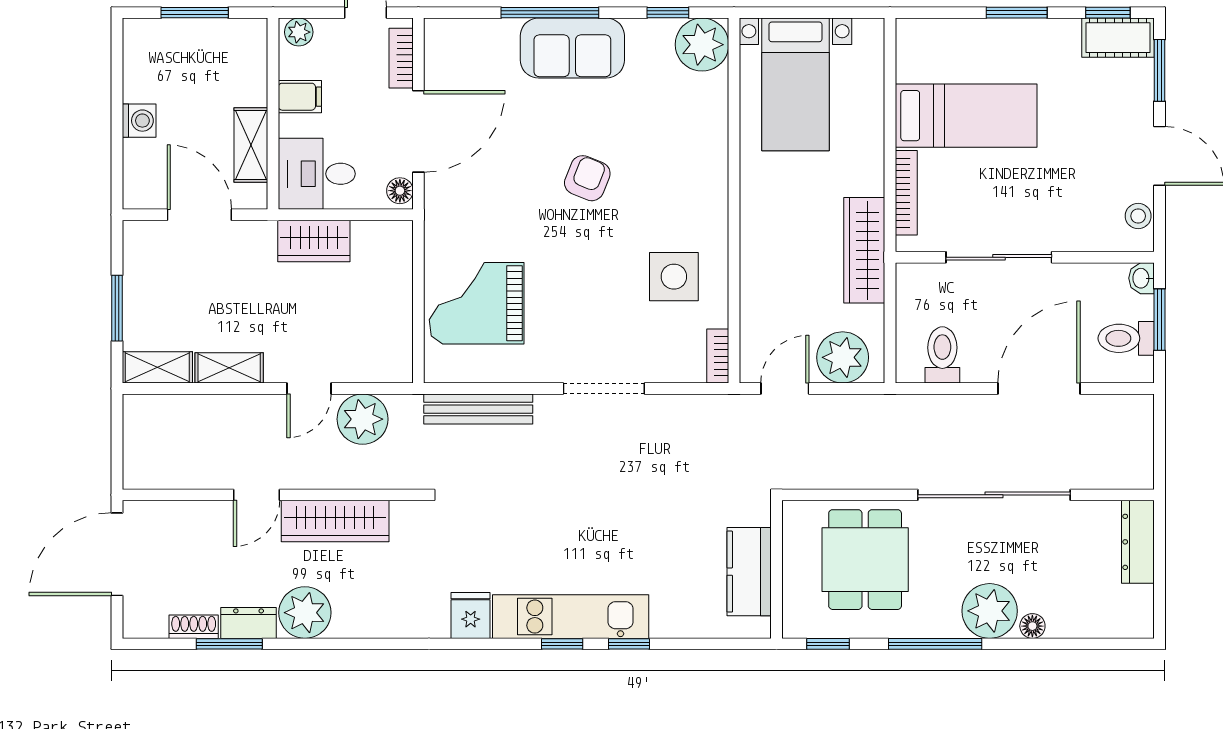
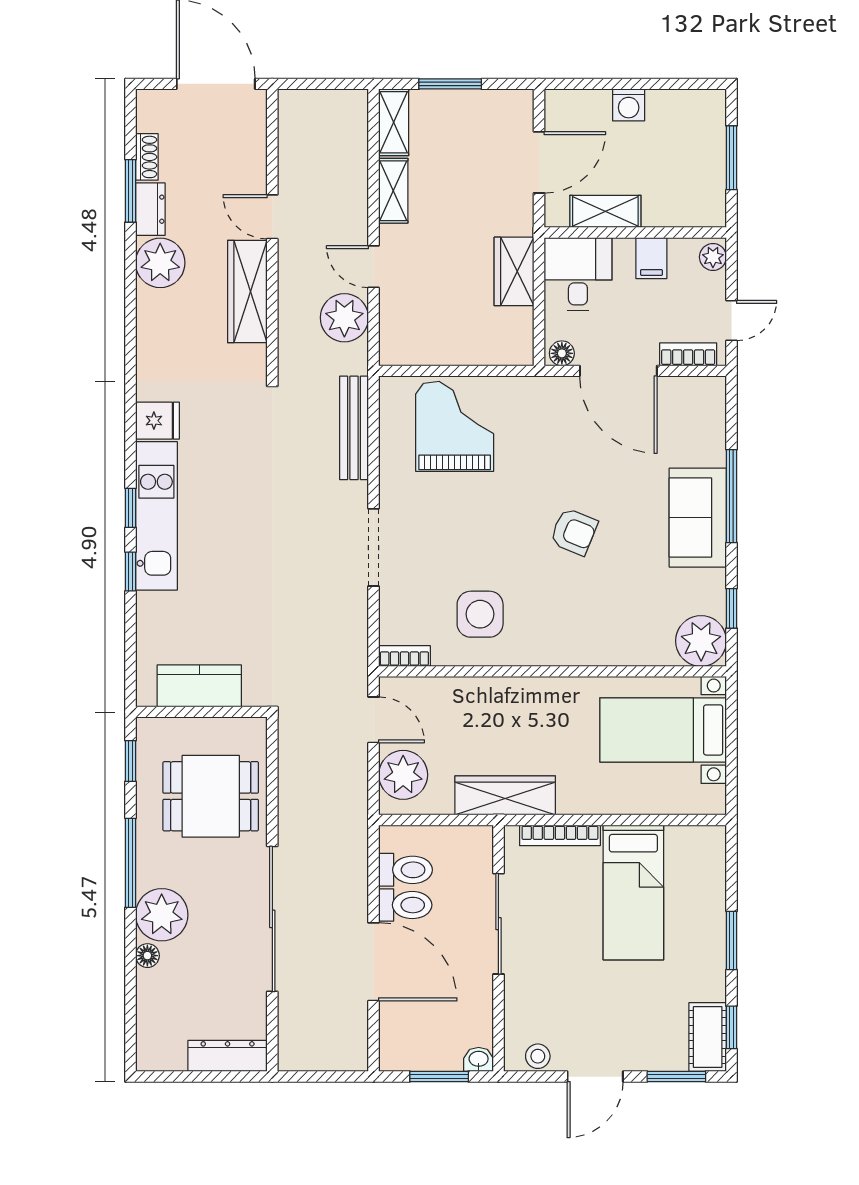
toilet: (1126, 338) -> (405, 905), moved, turned 90

